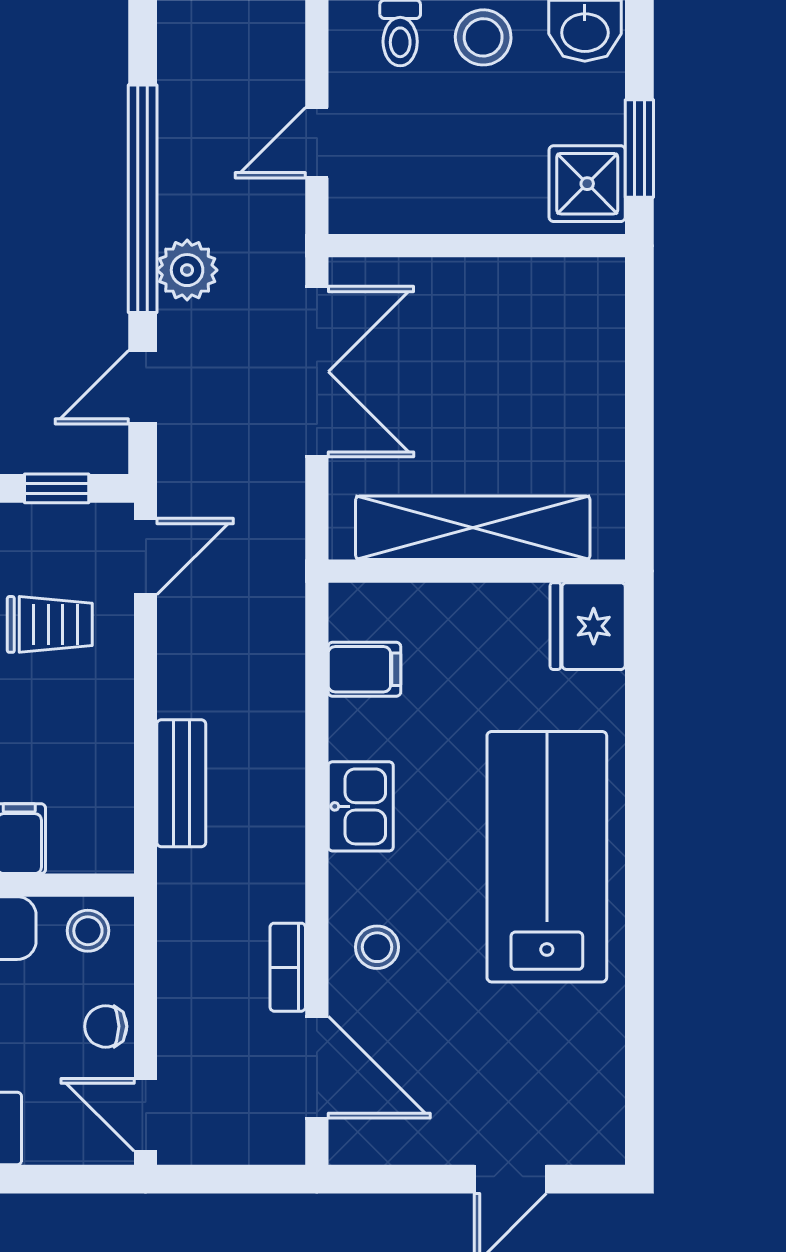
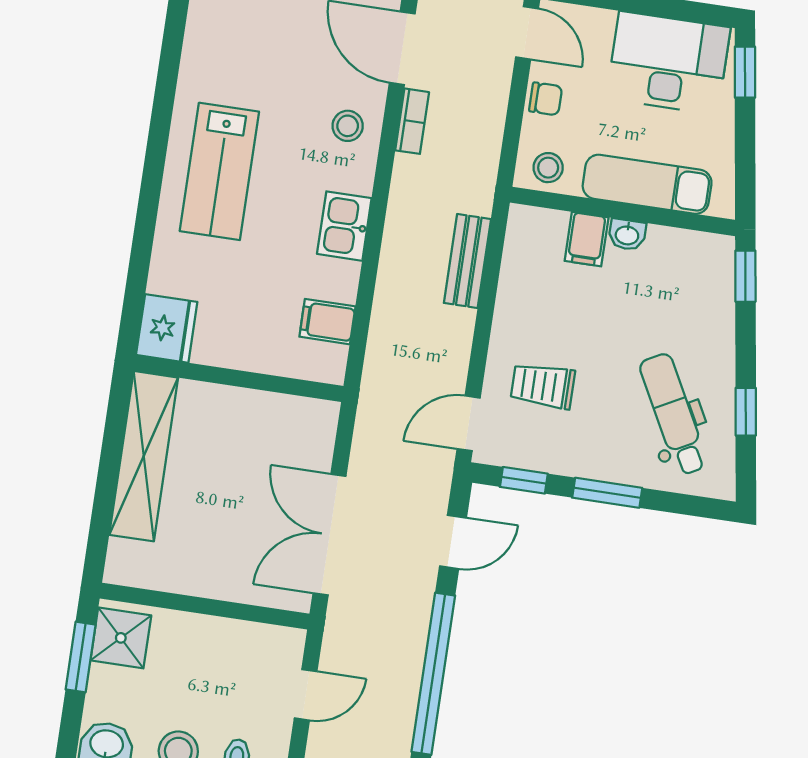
plant: (187, 270) -> (410, 619), removed
shelving: (473, 528) -> (144, 456), moved, turned 90
lab bench: (547, 857) -> (219, 171), width x0.73, depth x0.72

